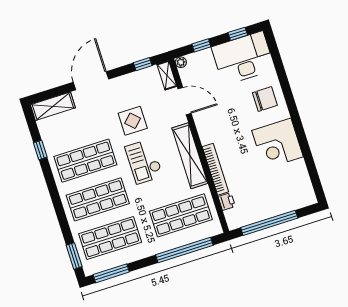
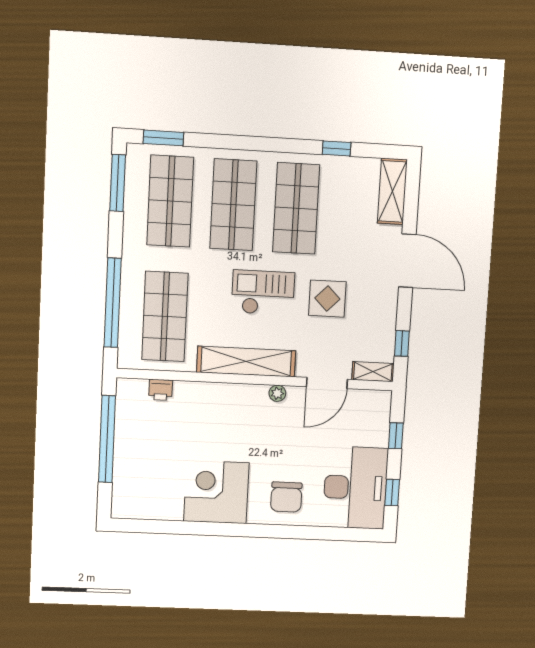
plant: (181, 62) -> (277, 393), moved
bookcase: (215, 169) -> (213, 391), removed

